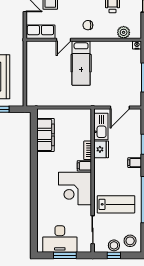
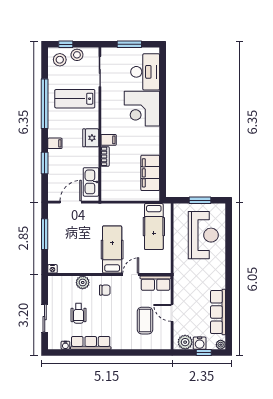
plant: (124, 32) -> (83, 282), moved
hospital bed: (42, 85) -> (154, 227), added
fridge: (101, 149) -> (91, 138), moved
corner desk: (75, 188) -> (142, 109), moved, turned 180
desk: (60, 239) -> (145, 72), moved, turned 90
window: (114, 255) -> (66, 44), moved

